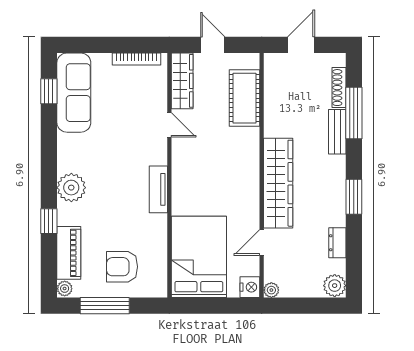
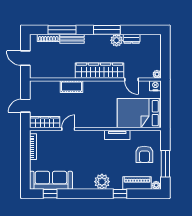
cot: (245, 98) -> (71, 87), moved, width x0.73, depth x0.75
tv unit: (158, 189) -> (117, 135), moved
window: (354, 197) -> (107, 30), width x1.44
plant: (335, 286) -> (117, 40), moved

